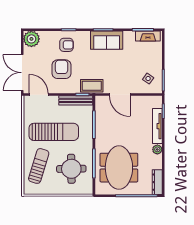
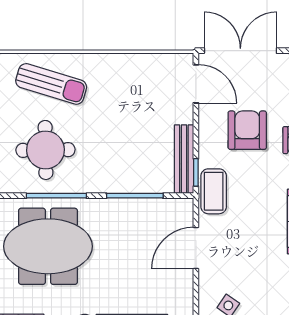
armchair: (62, 69) -> (247, 130), turned -90
door: (39, 95) -> (196, 84), hinge flipped
sun lounger: (54, 132) -> (120, 114), removed

